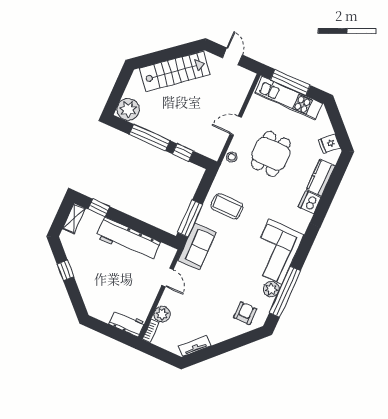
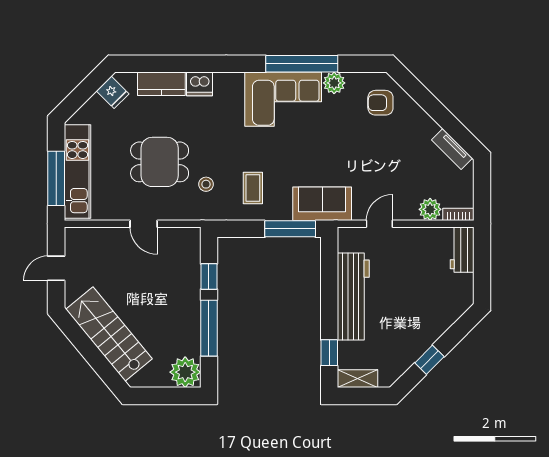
stool: (232, 157) -> (206, 184), moved
coffee table: (227, 206) -> (253, 188), width x0.73, depth x0.77
window: (285, 292) -> (302, 64), moved

